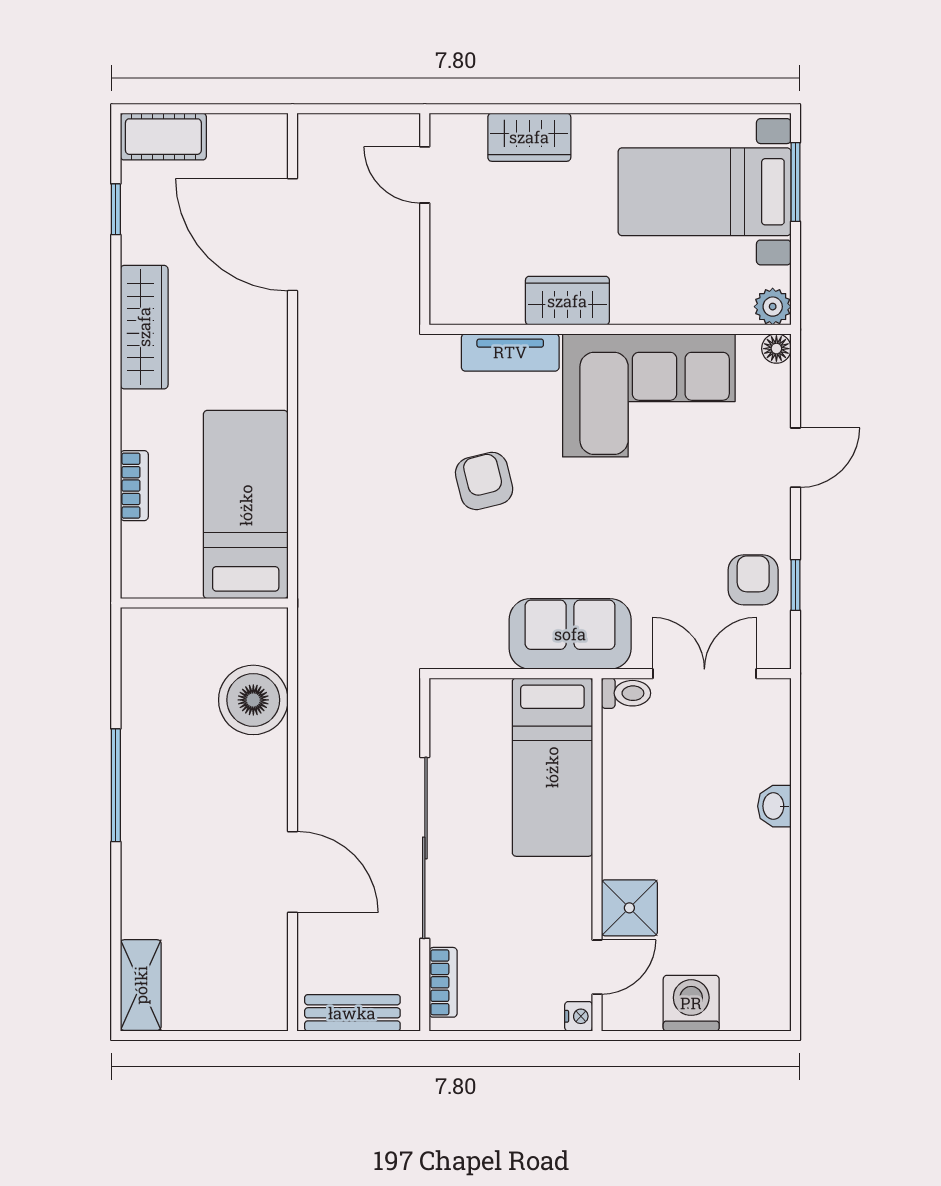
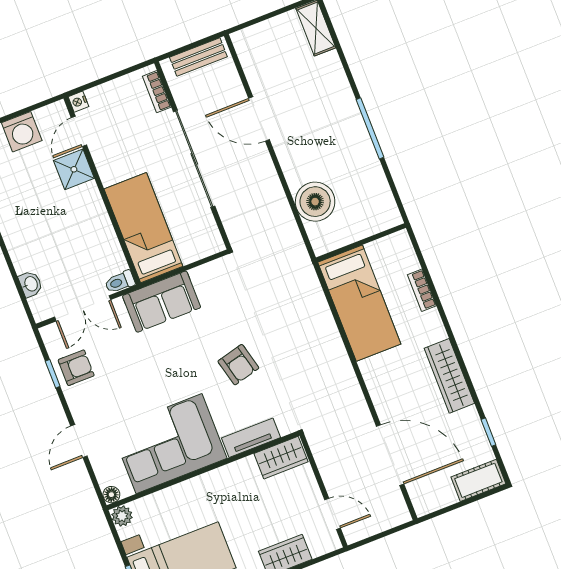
wardrobe: (567, 301) -> (281, 458), moved
armchair: (753, 580) -> (76, 368), turned -90
washbasin: (774, 806) -> (31, 284), moved

